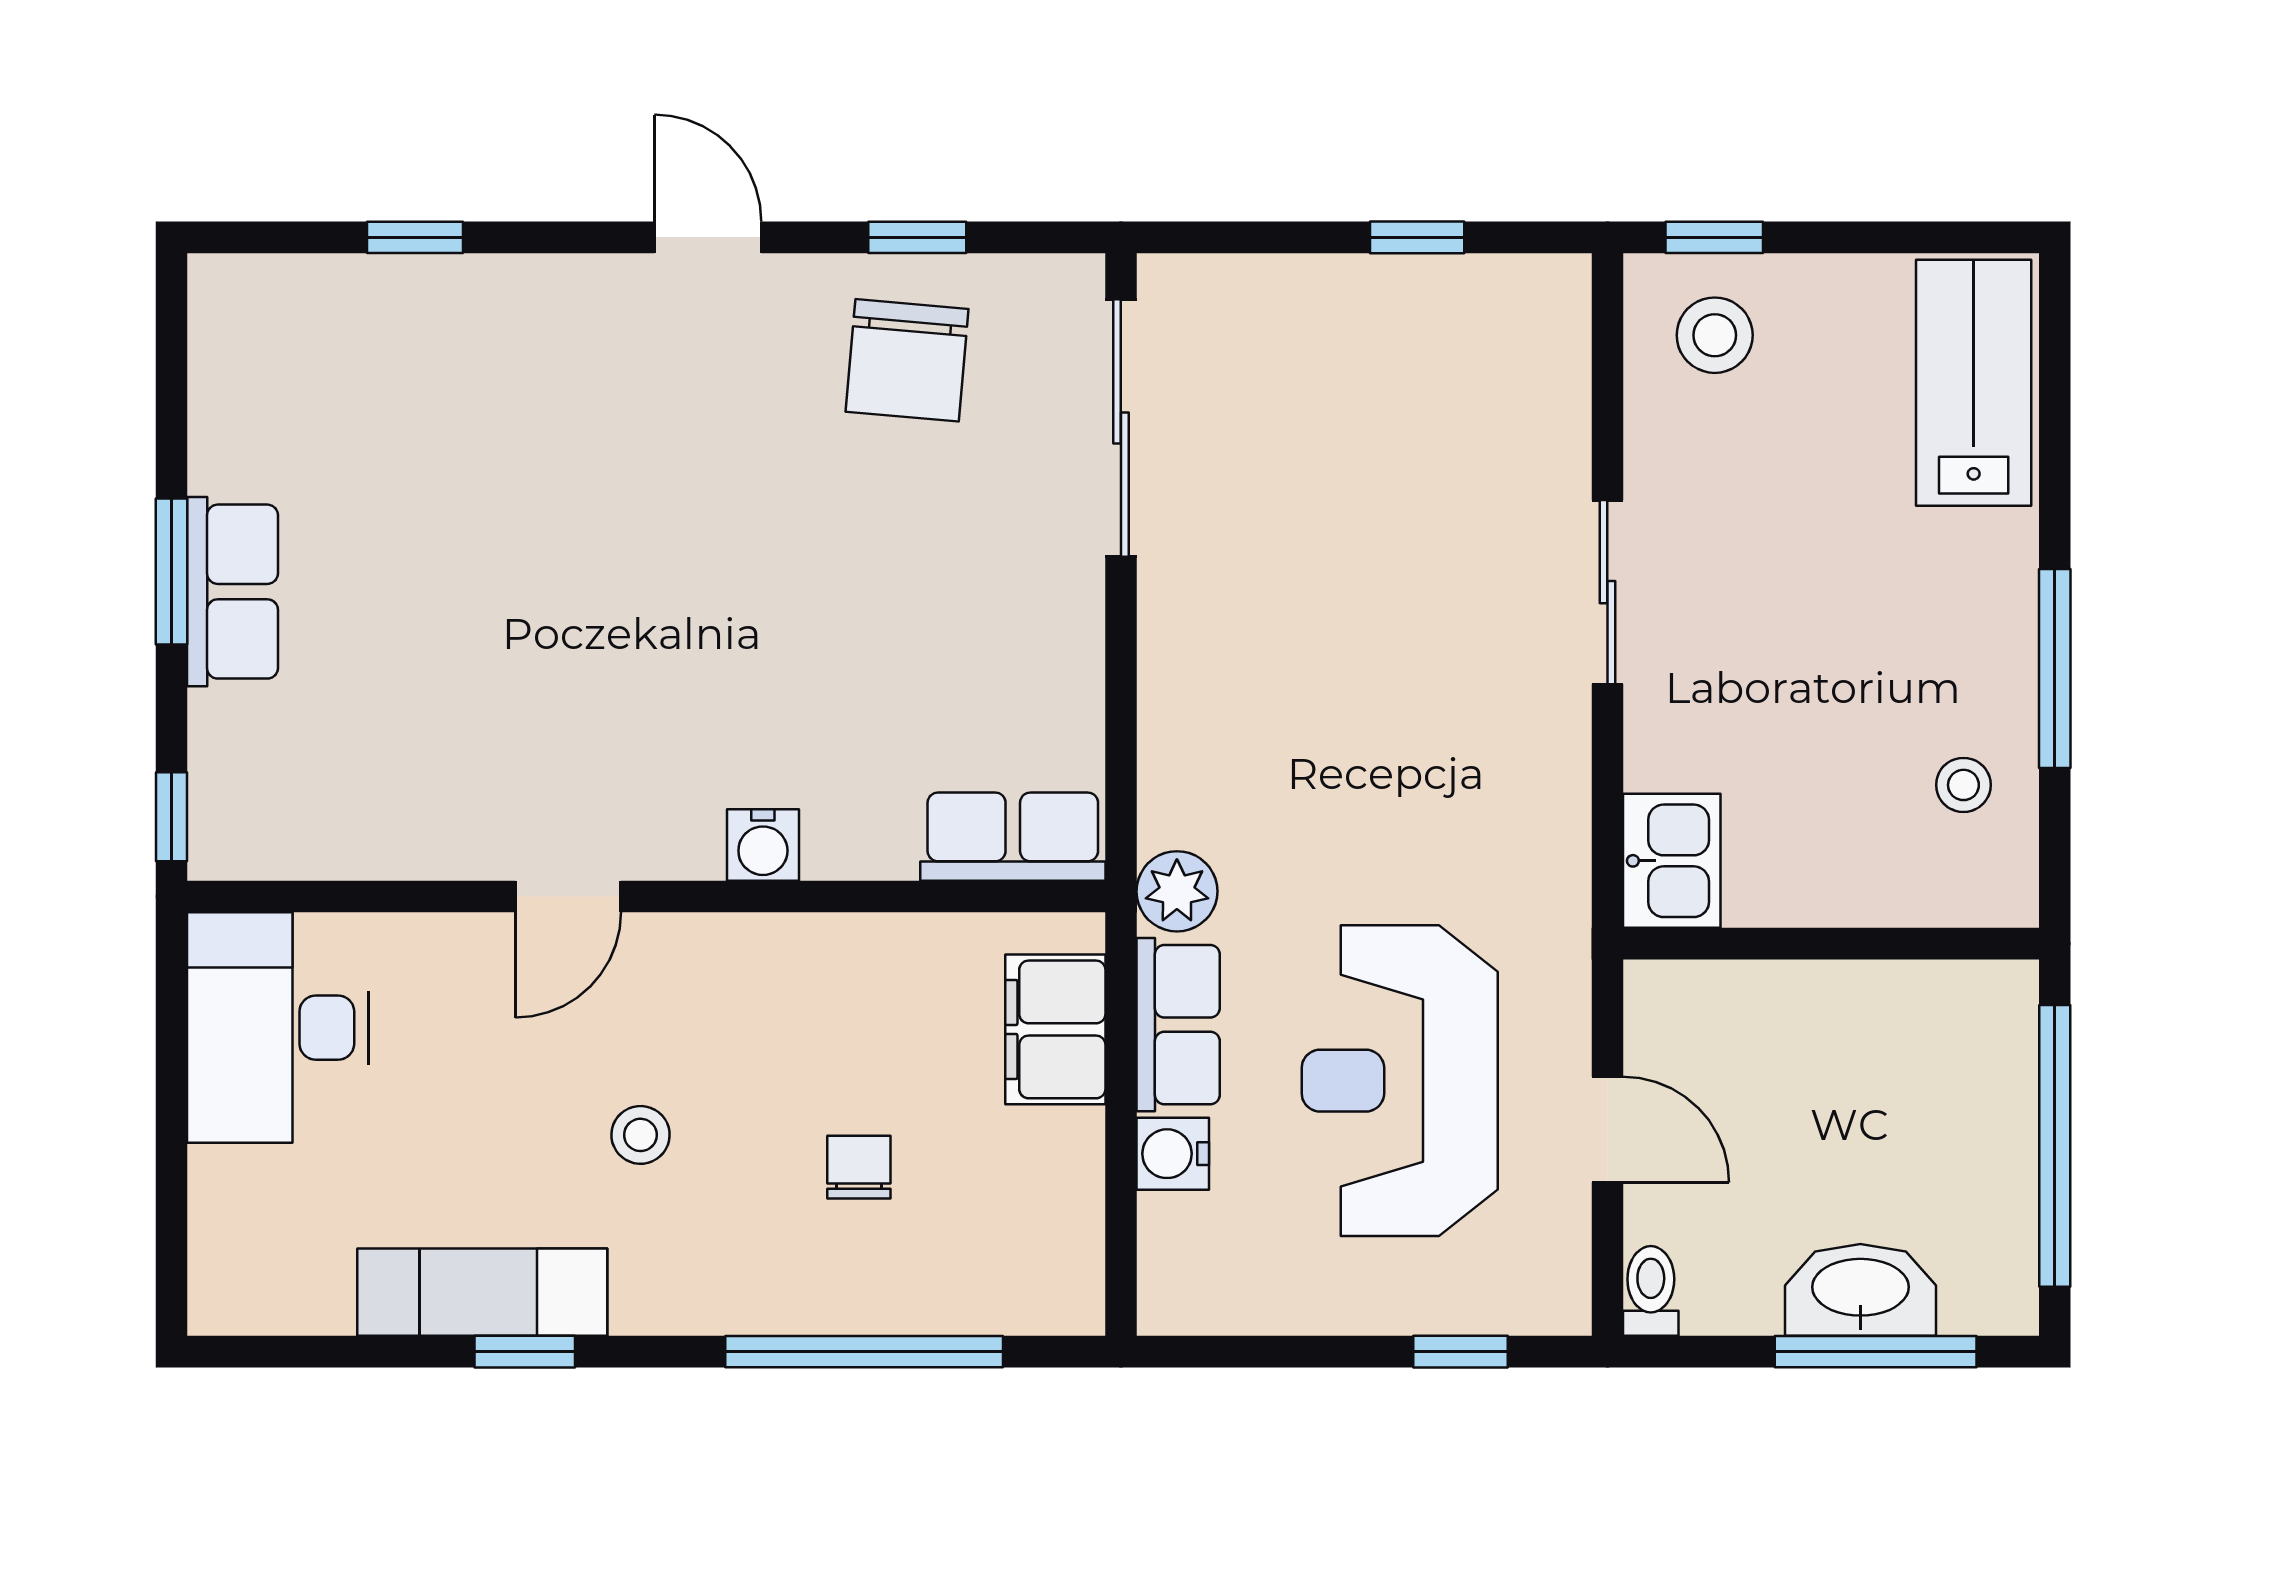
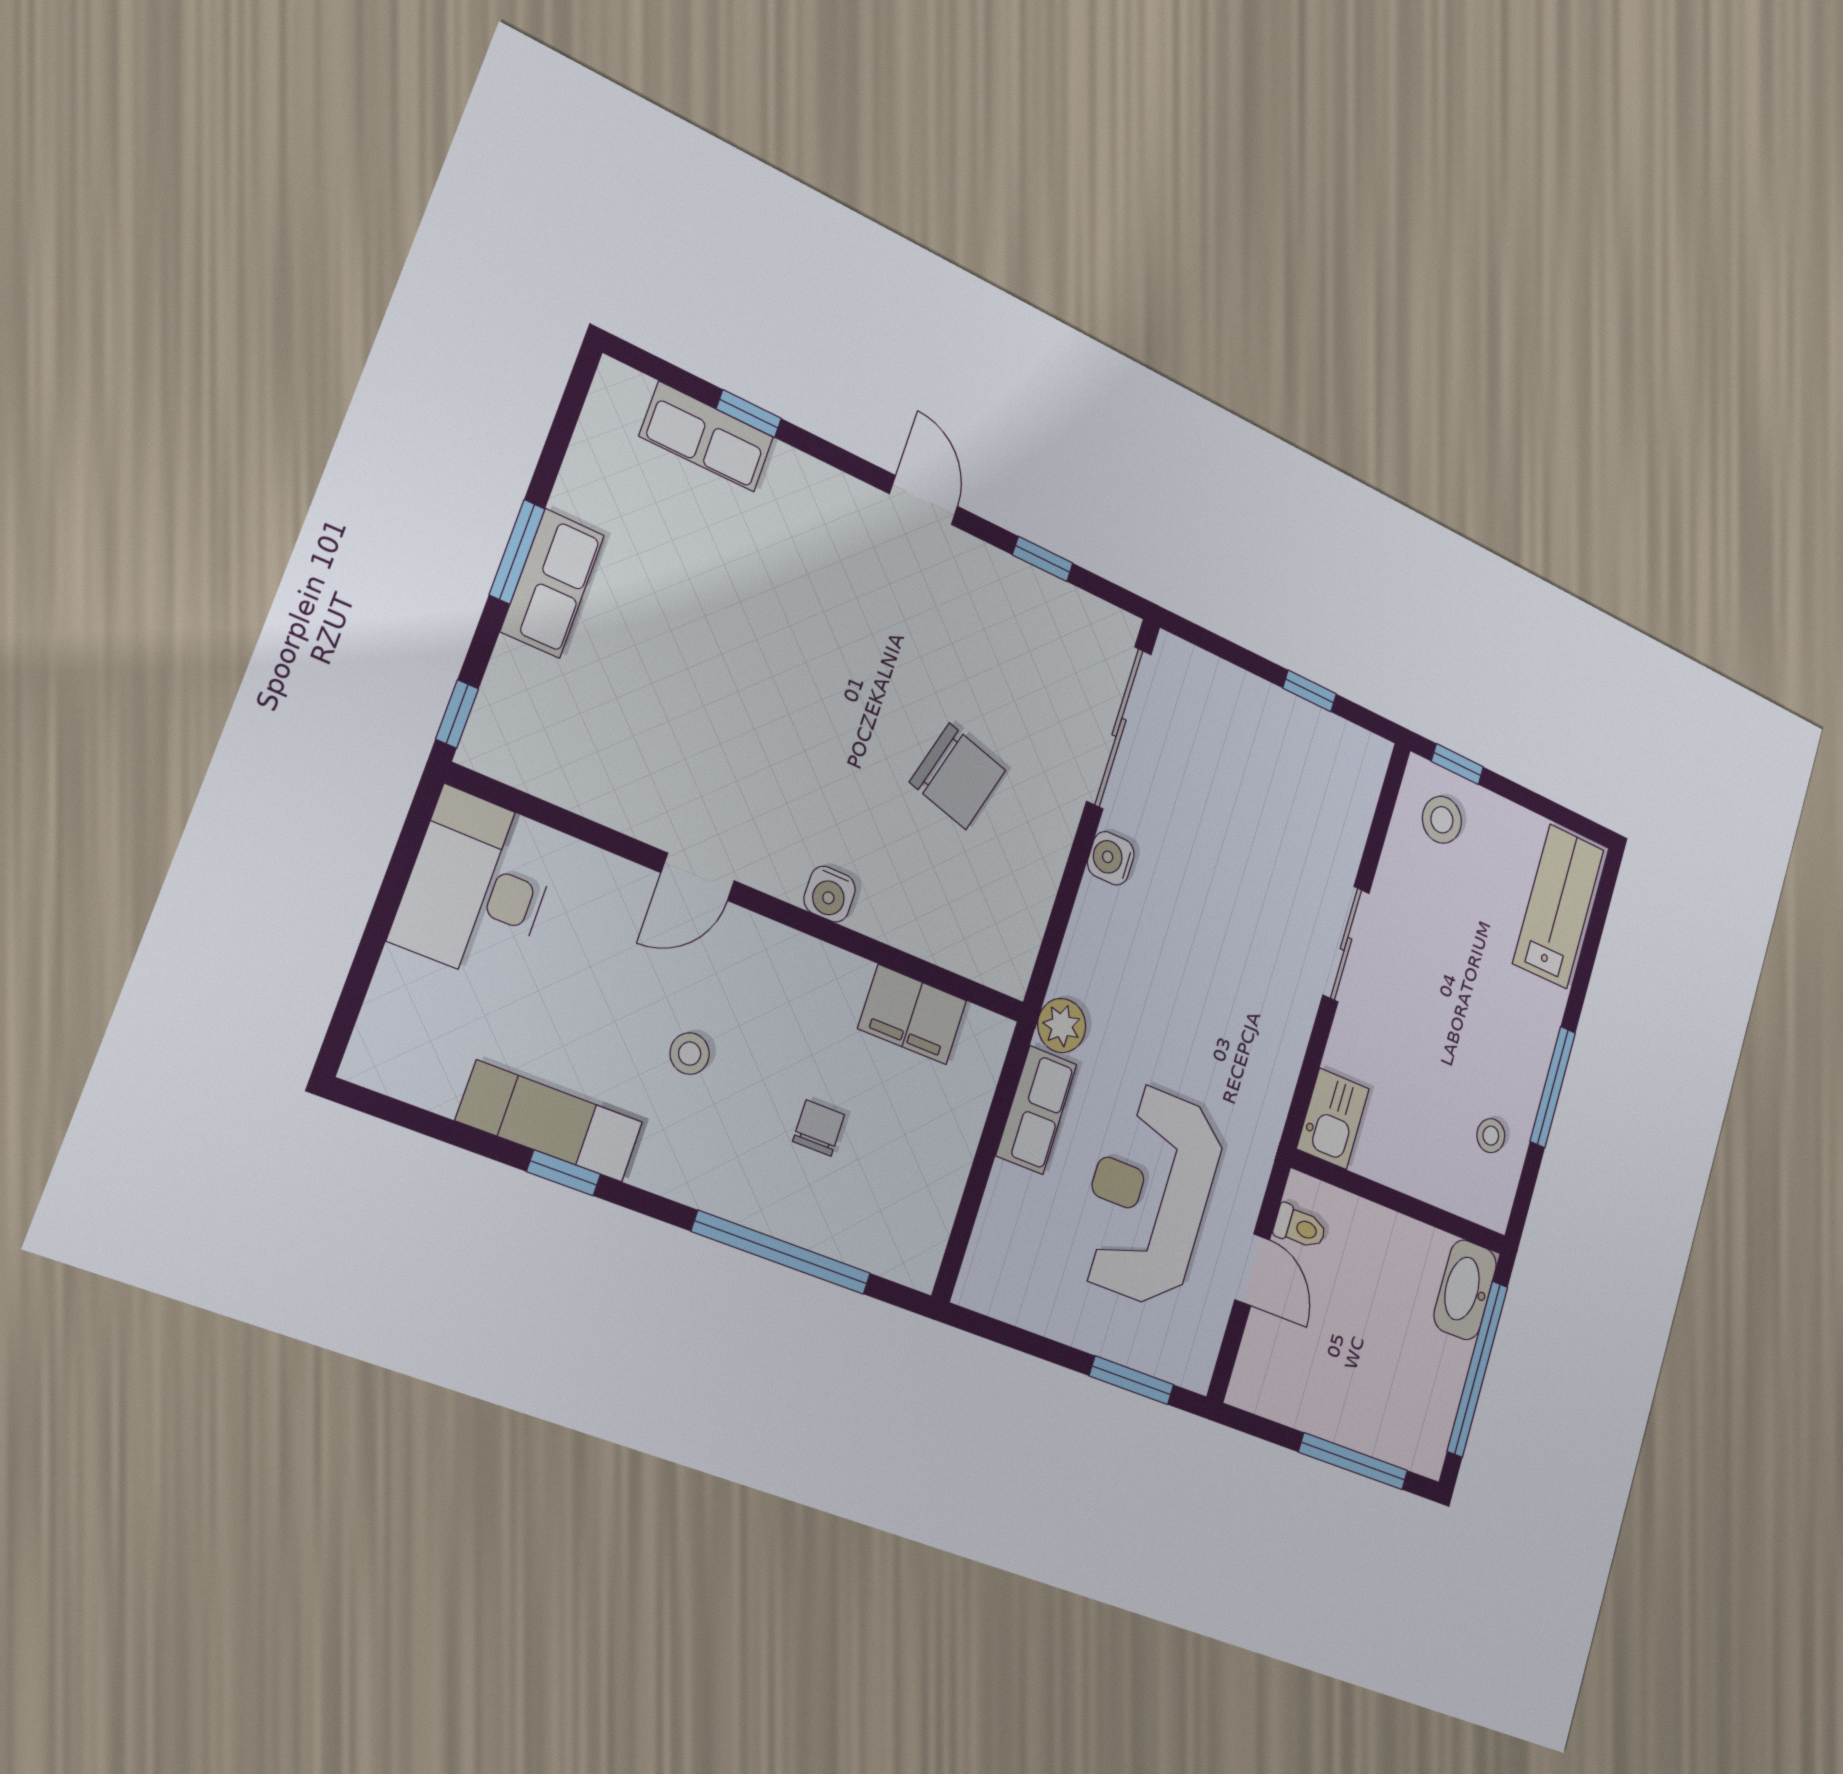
chair: (907, 360) -> (958, 776), moved, turned -79
row of seats: (1013, 837) -> (707, 437), moved, turned 180
filing cabinet: (1055, 1029) -> (912, 1014), moved, turned -90
water cooler: (1173, 1154) -> (1111, 858), moved
washbasin: (1860, 1290) -> (1465, 1290), moved, turned -90
toilet: (1651, 1291) -> (1300, 1227), moved, turned 90
window: (1461, 1352) -> (1132, 1380), width x1.50

